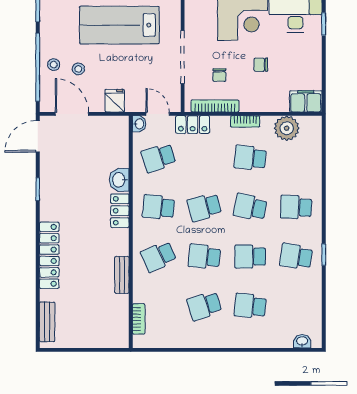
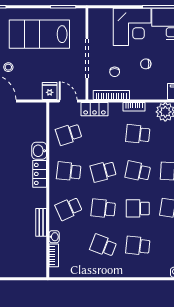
fridge: (115, 101) -> (50, 91), moved
washbasin: (139, 124) -> (54, 237), moved
school desk: (204, 306) -> (103, 246), turned 39

